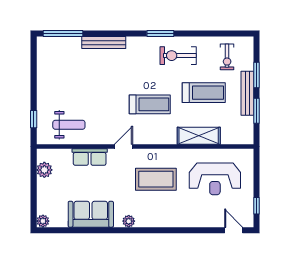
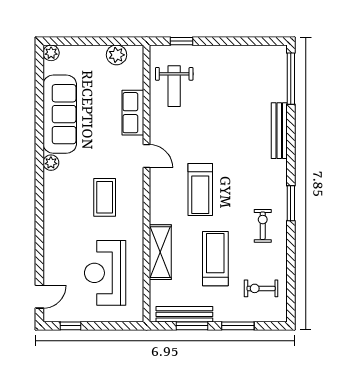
exercise bike: (178, 56) -> (263, 226), width x0.73, depth x0.72
treadmill: (204, 93) -> (215, 259), turned 180
bench: (247, 93) -> (184, 314), moved
coffee table: (156, 179) -> (105, 197), width x0.73, depth x0.76
sofa: (91, 214) -> (60, 114), width x1.36

